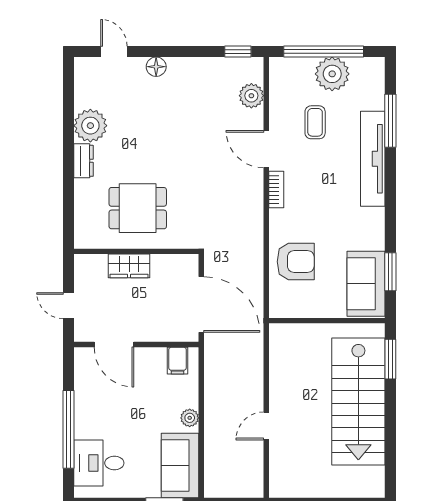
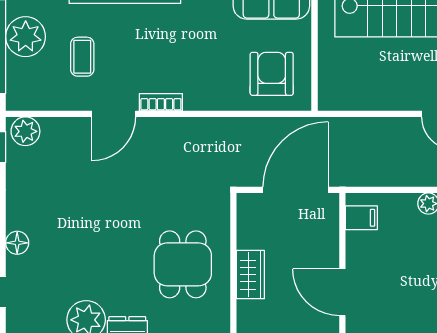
plant: (251, 96) -> (25, 131), moved
coffee table: (315, 122) -> (82, 57), turned 90
armchair: (296, 262) -> (272, 74), moved
door: (114, 344) -> (342, 292), swing flipped

